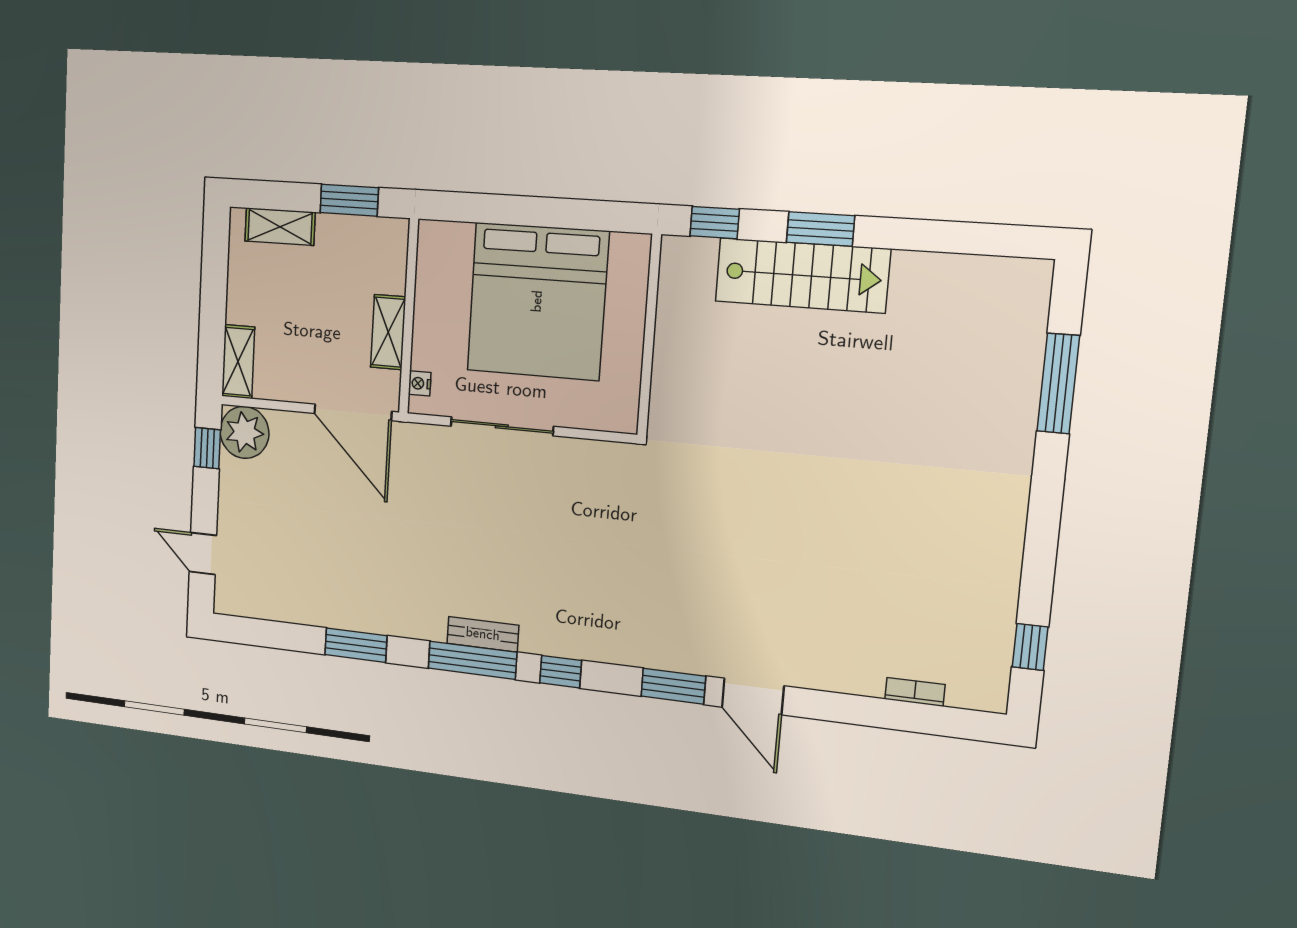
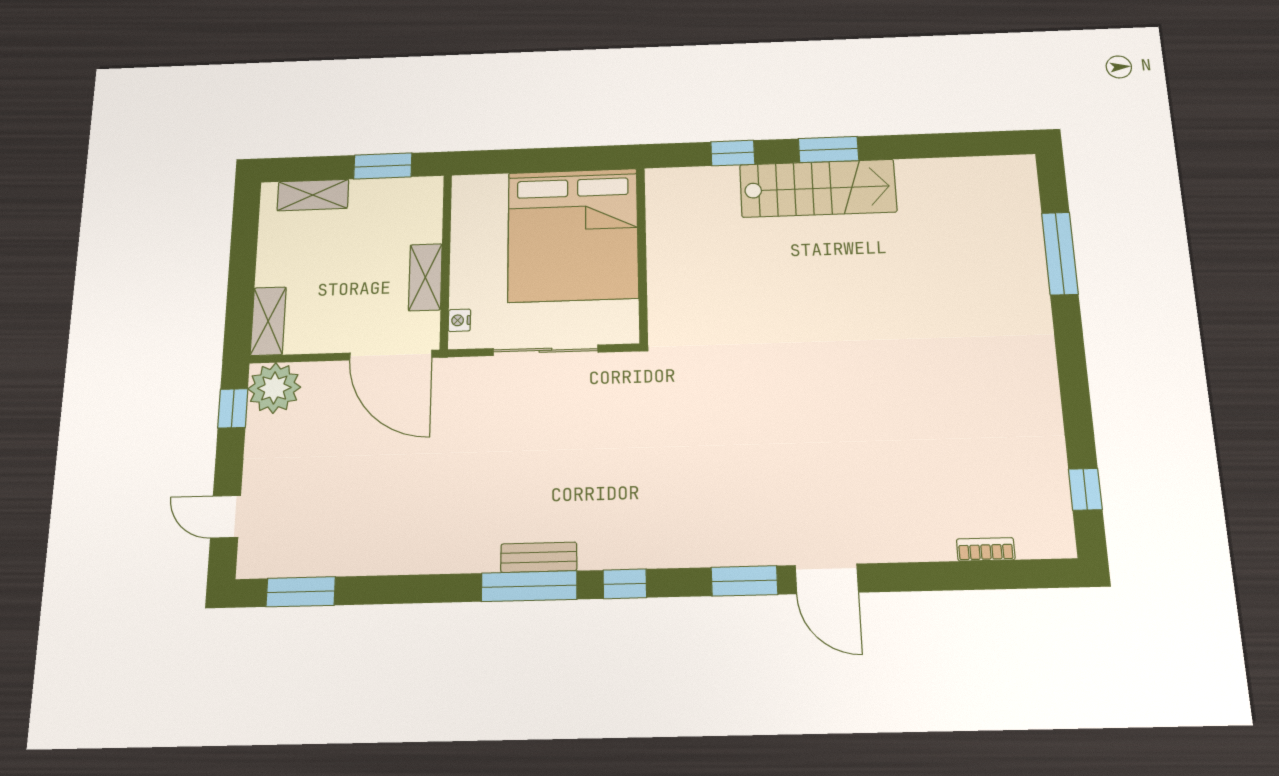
wall: (649, 335) -> (642, 254), moved
window: (356, 645) -> (301, 592), moved

